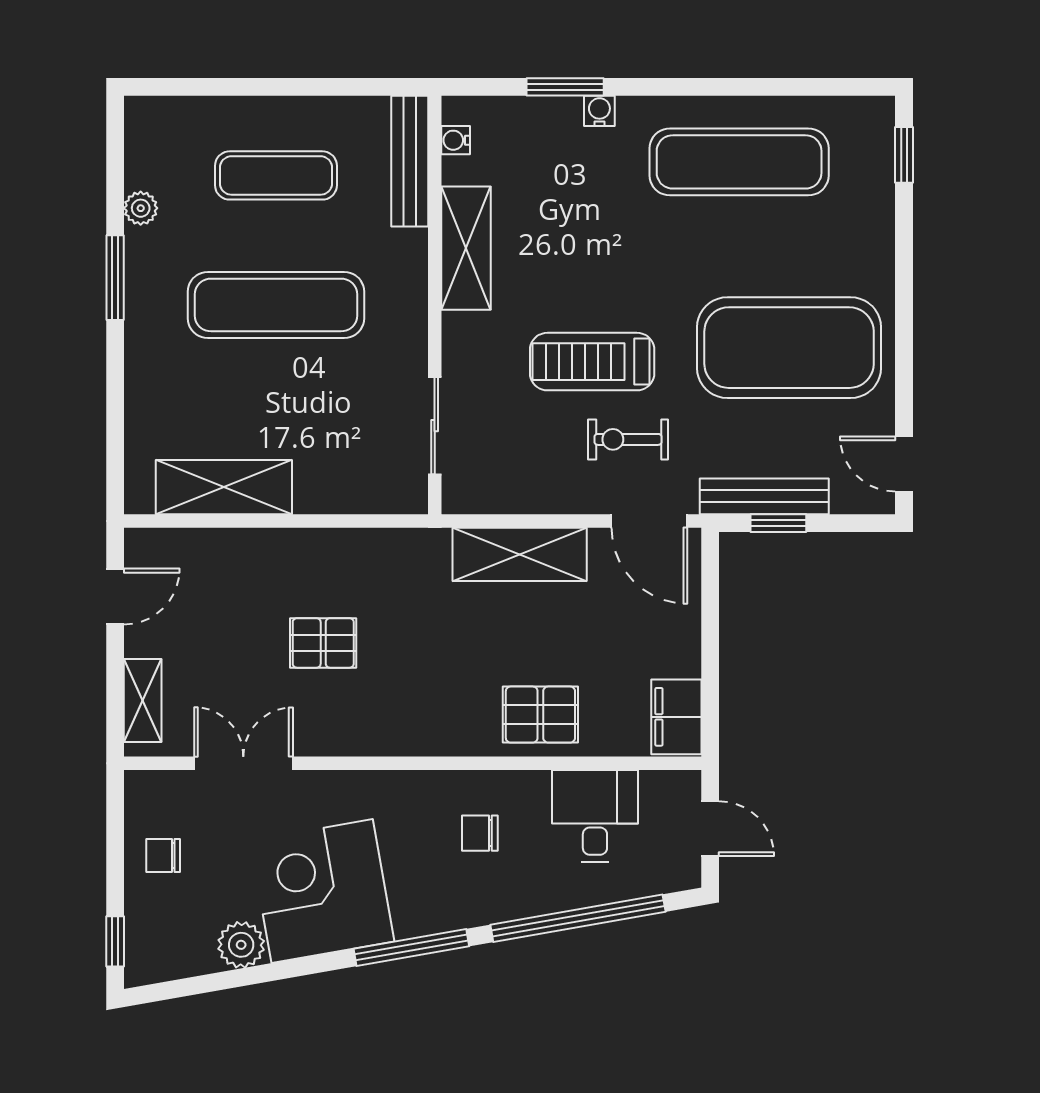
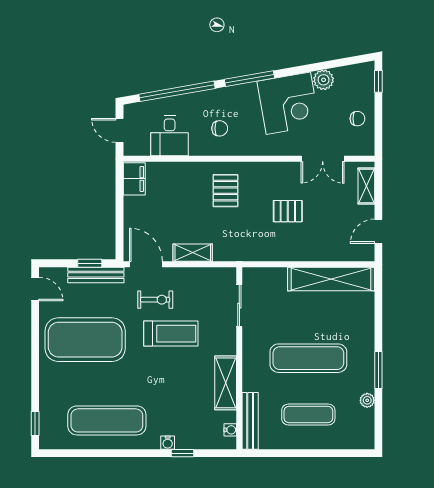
window: (565, 87) -> (183, 453), width x0.67
shelving: (224, 487) -> (331, 279), width x1.47
shelving: (520, 554) -> (193, 253), width x0.67, depth x0.75
pallet: (540, 715) -> (225, 191), moved, turned 90

